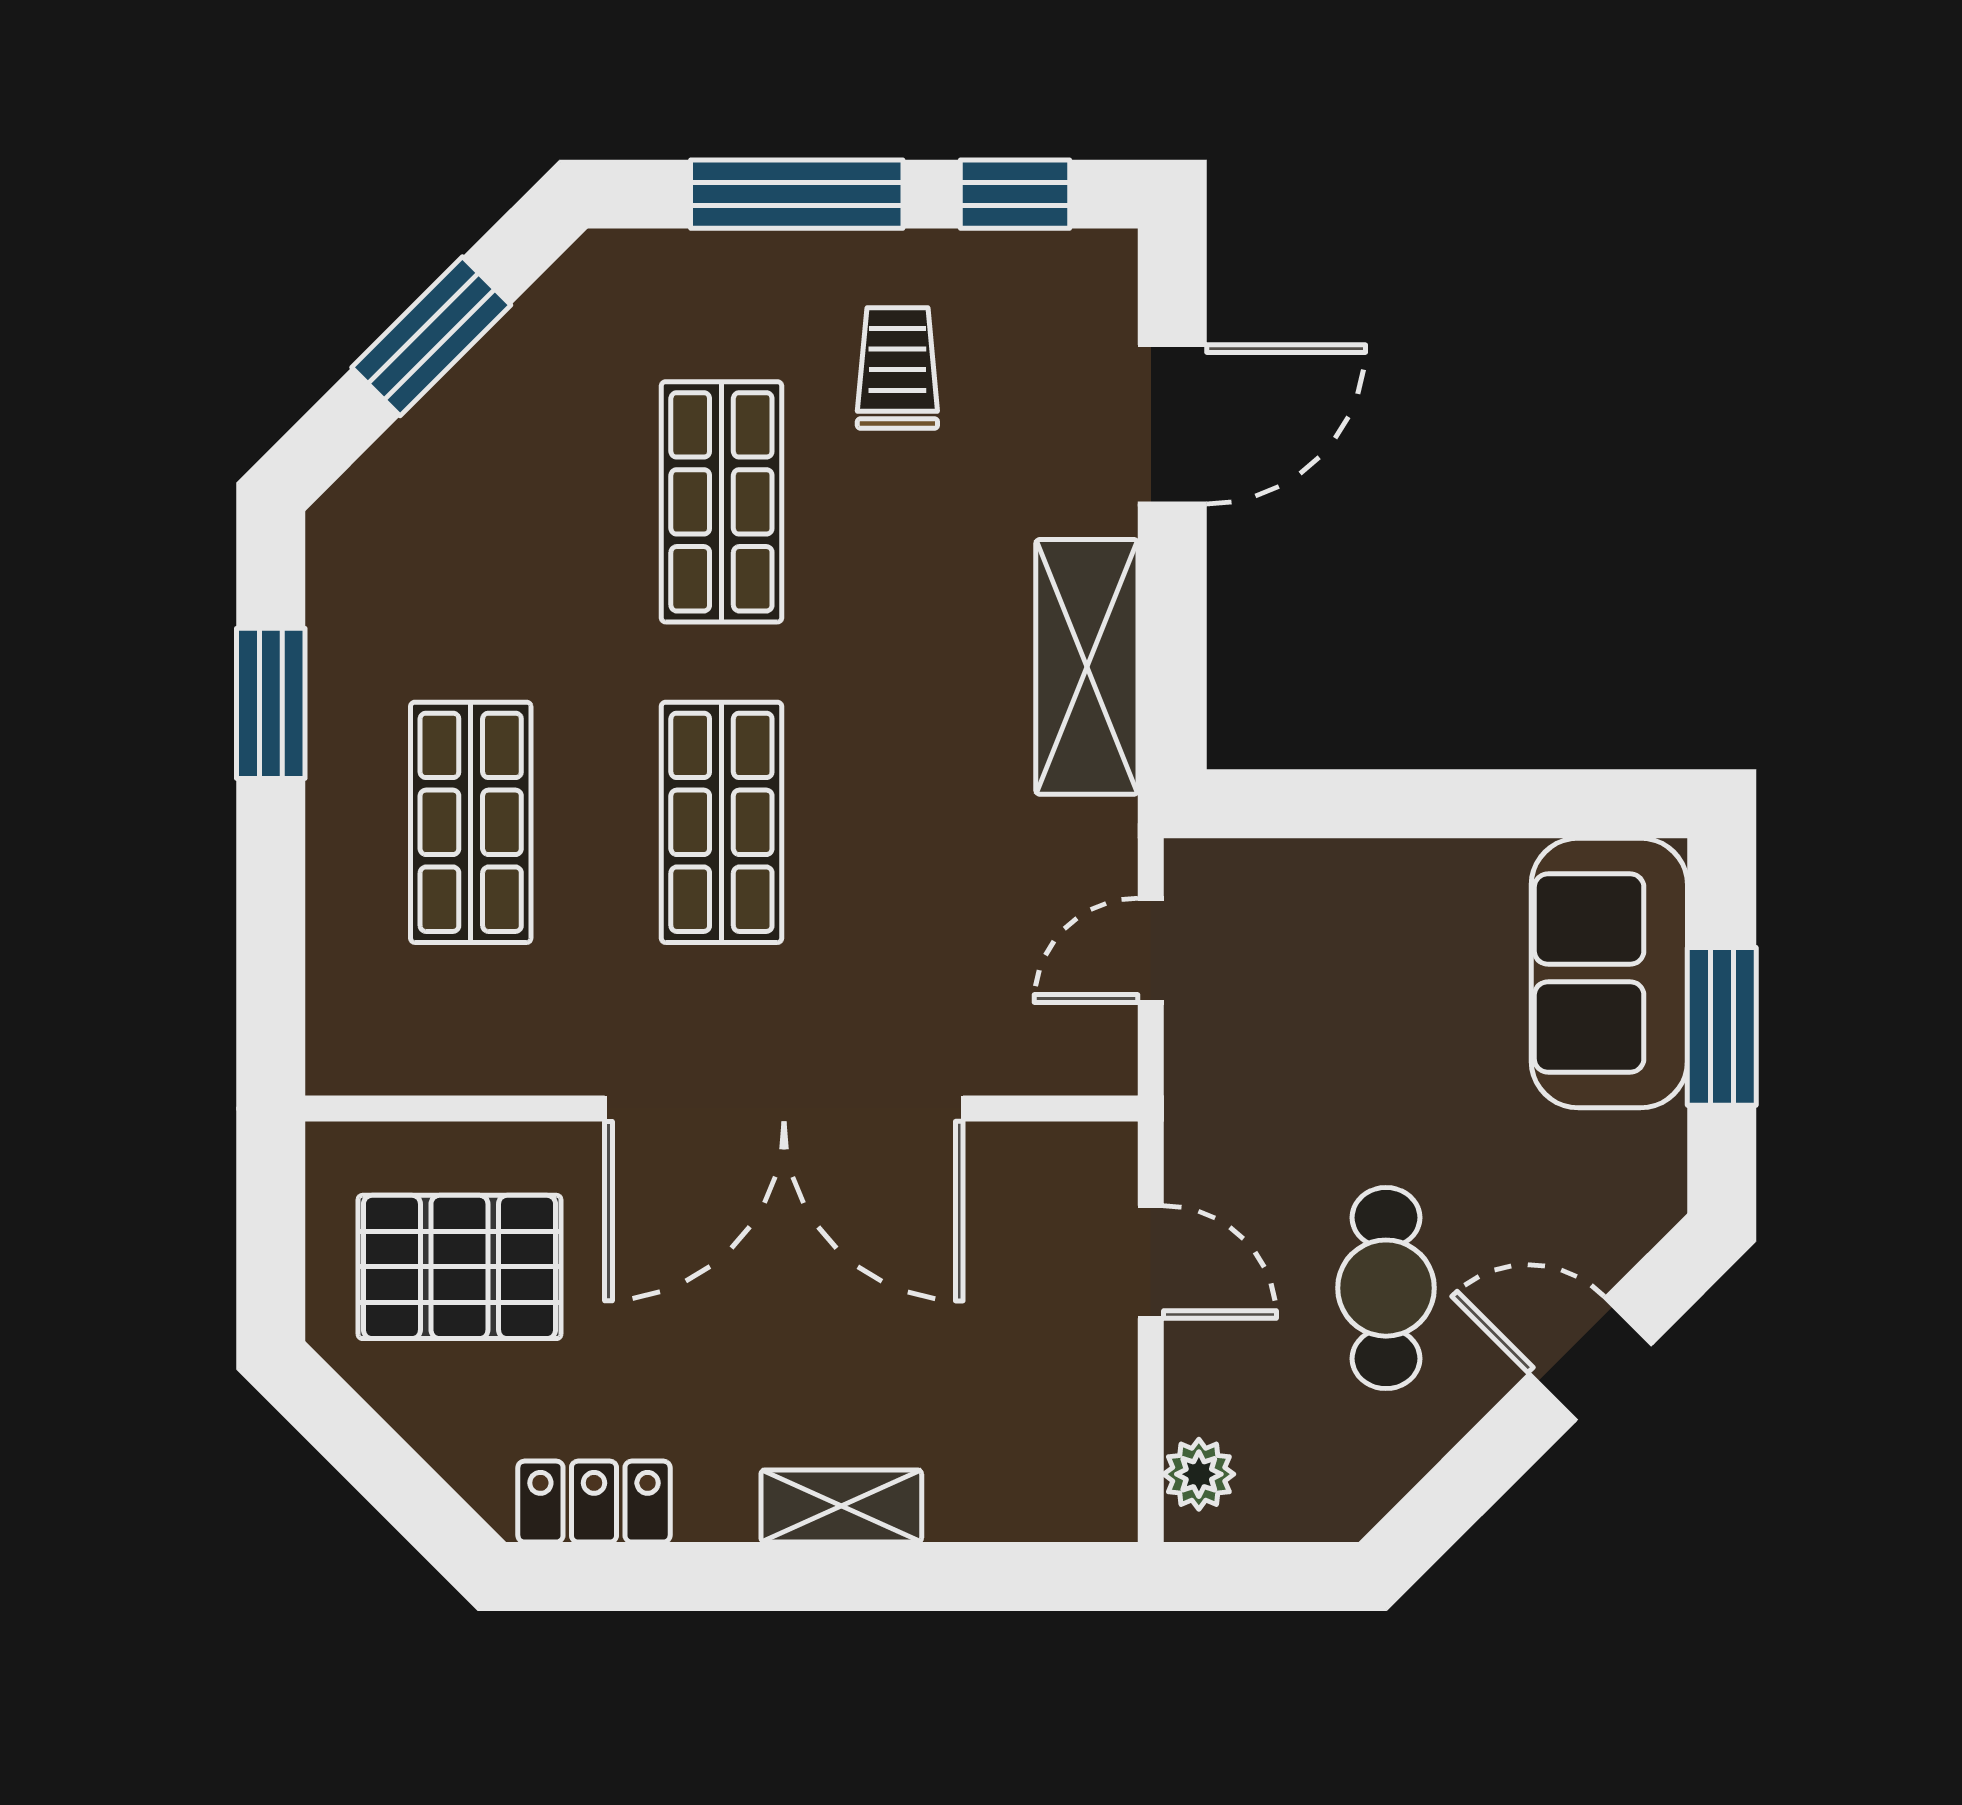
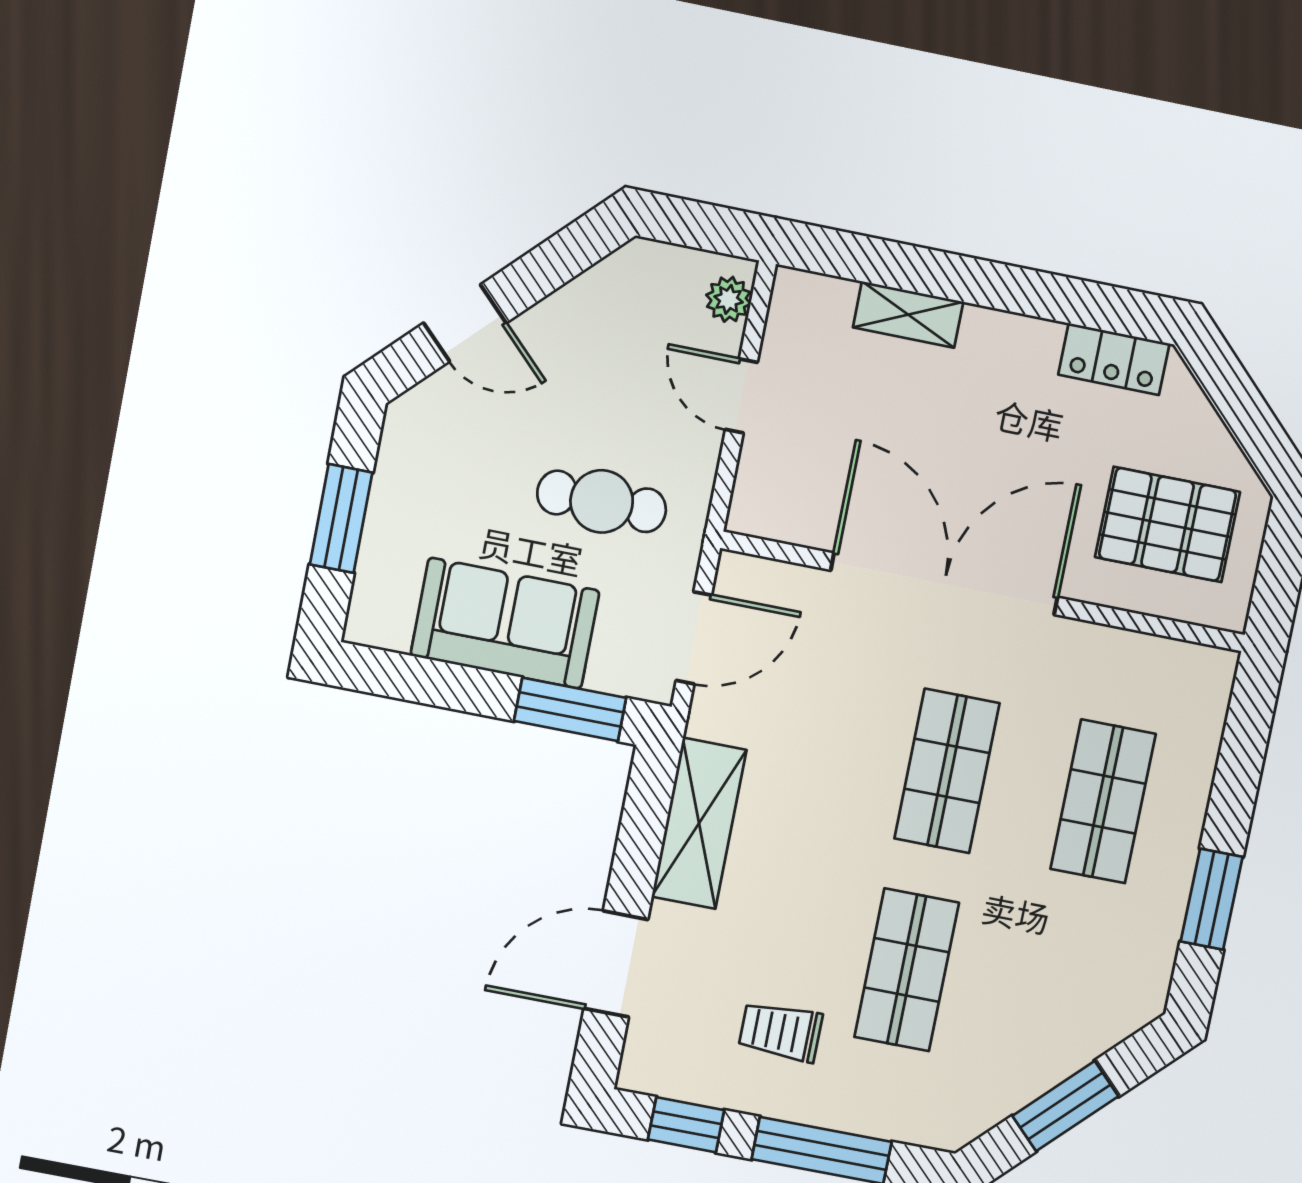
trolley: (897, 368) -> (781, 1032), turned 90
window: (1318, 804) -> (570, 709), added
door: (1151, 950) -> (694, 638), width x1.38
sofa: (1609, 973) -> (505, 623), moved, turned -90
door: (1151, 1262) -> (741, 396), moved
cafe table: (1386, 1288) -> (602, 501), moved, turned 90
shelving: (841, 1506) -> (908, 315), moved

